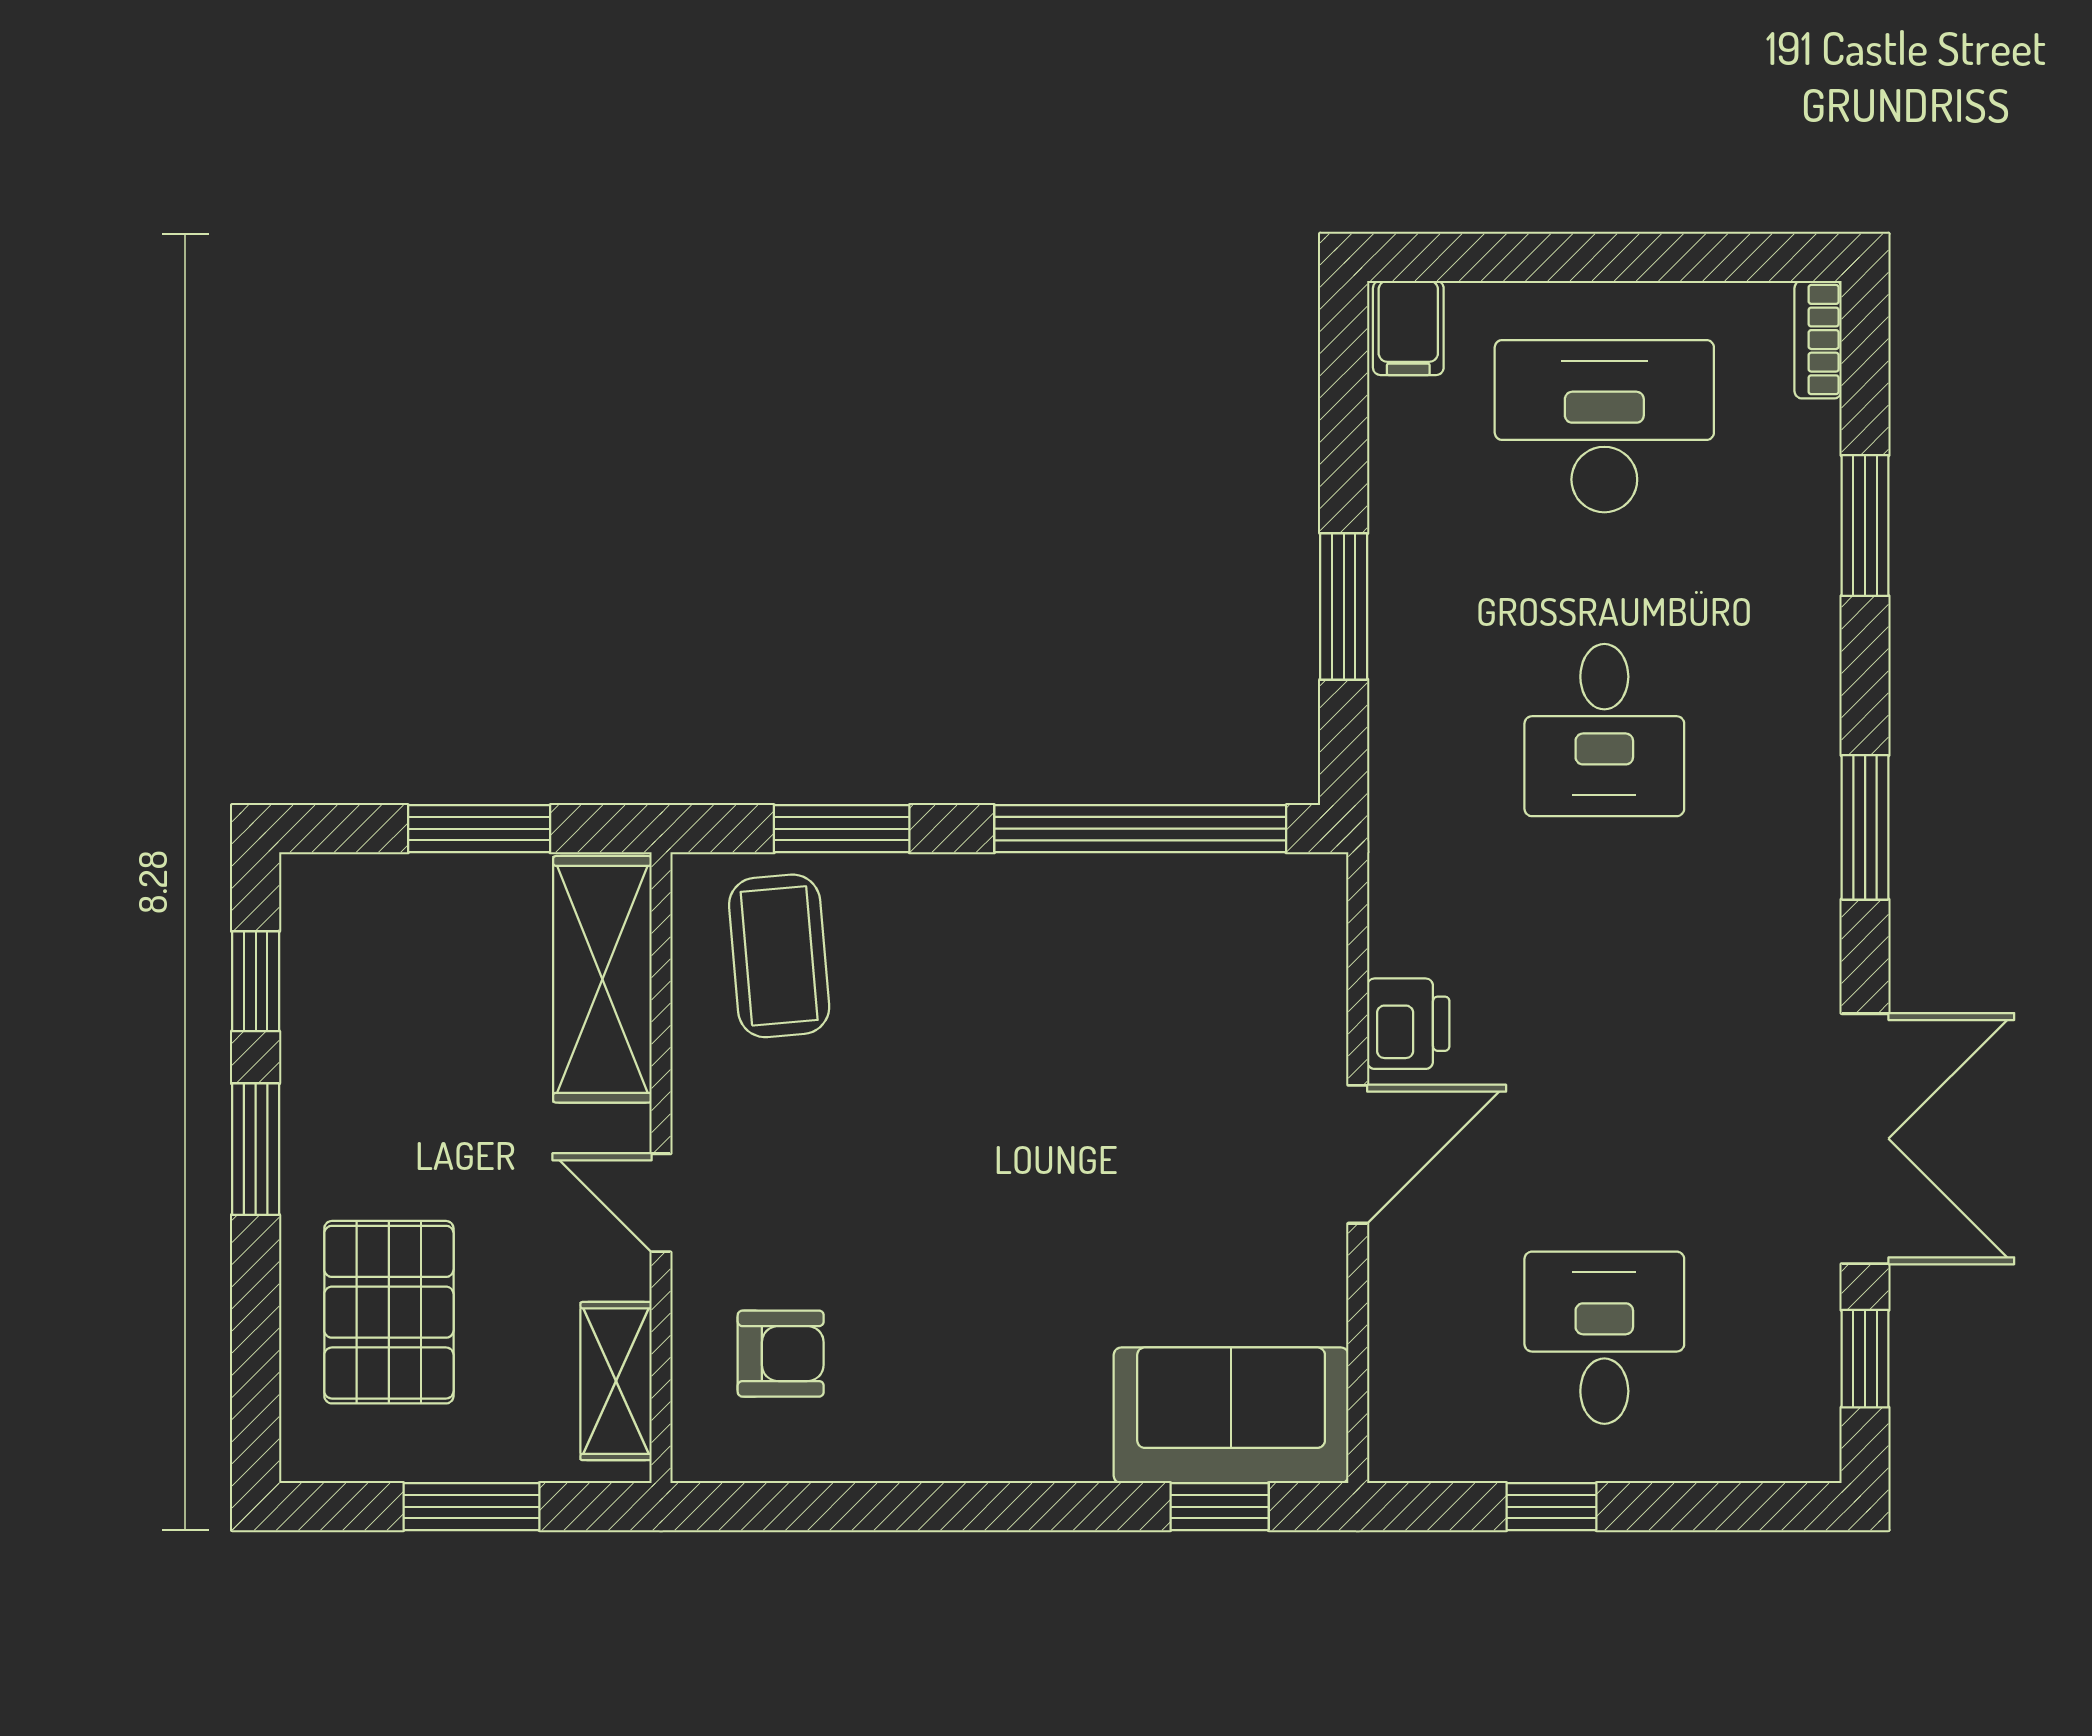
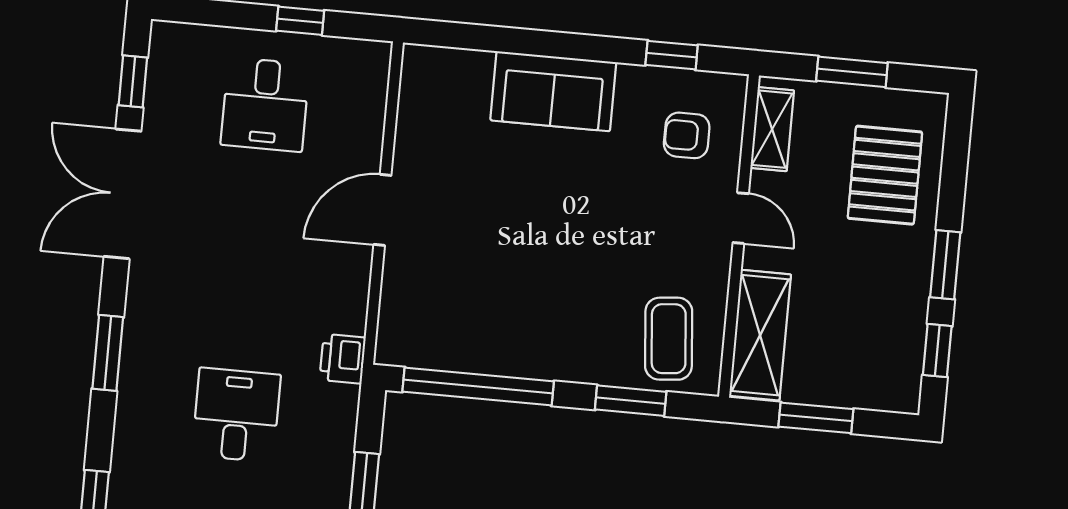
printer: (1408, 1024) -> (343, 359), moved
sofa: (1231, 1415) -> (553, 91), moved
window: (1220, 1507) -> (672, 55), moved

